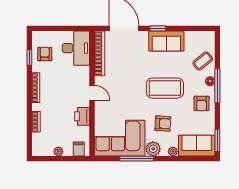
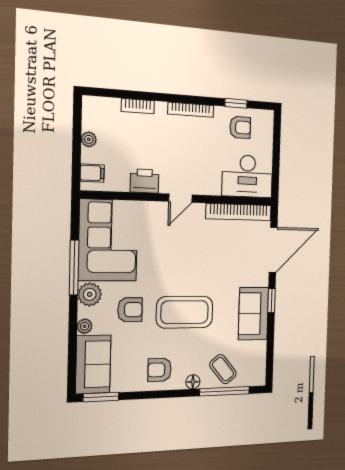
window: (217, 86) -> (225, 391), moved
coffee table: (165, 88) -> (185, 312), turned 90
armchair: (163, 124) -> (130, 310), turned -93

